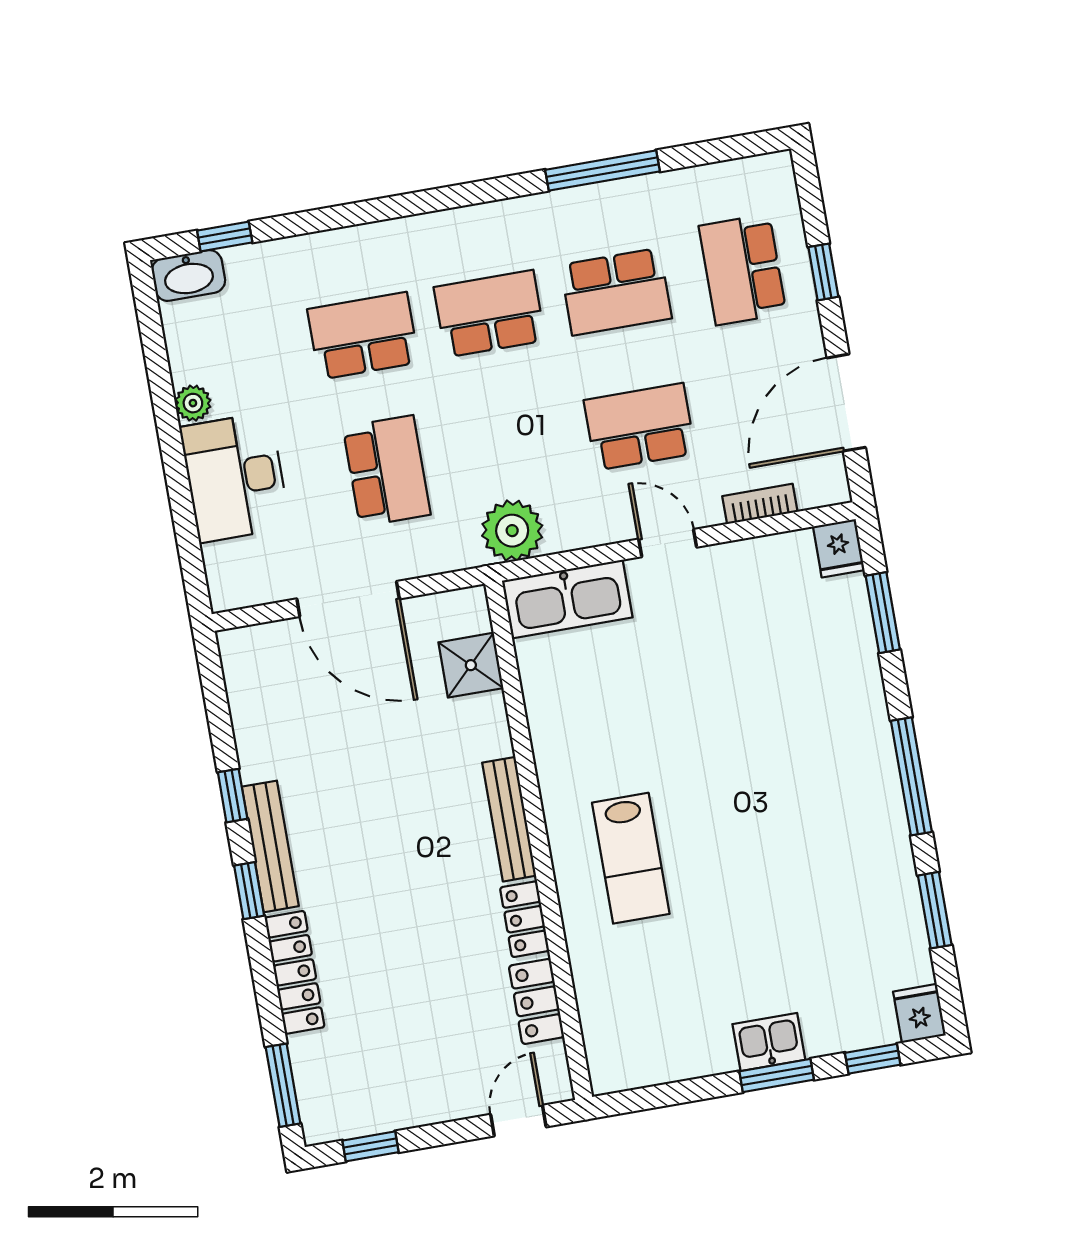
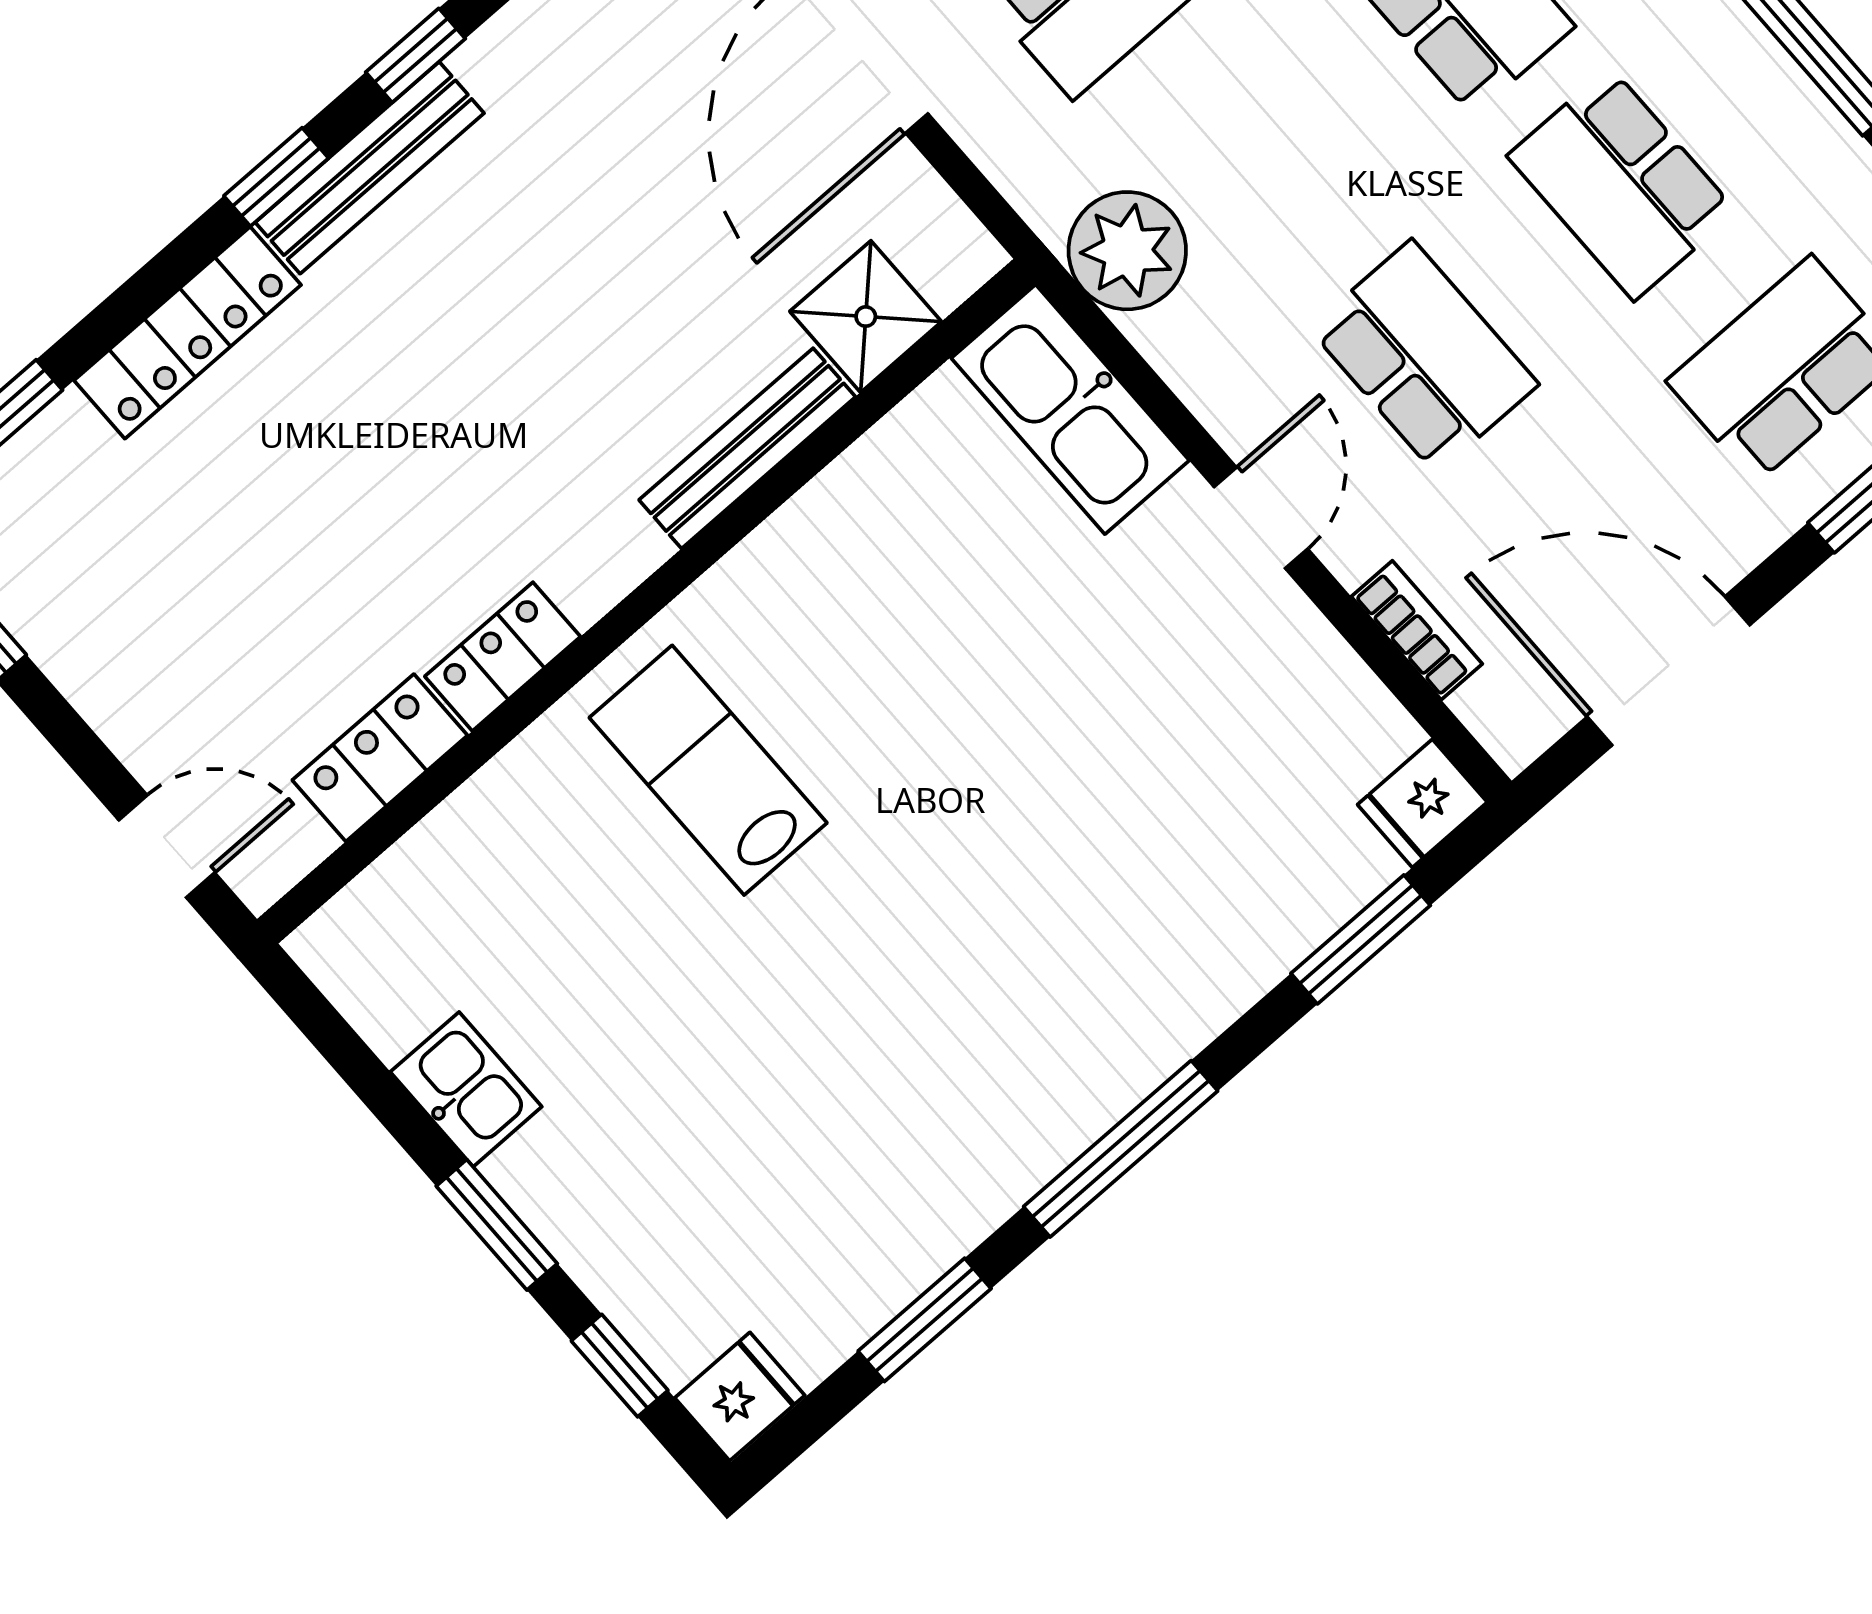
bench: (509, 819) -> (747, 448), moved
lab bench: (631, 858) -> (708, 770), turned 90
kitchen sink: (769, 1042) -> (466, 1089), moved

